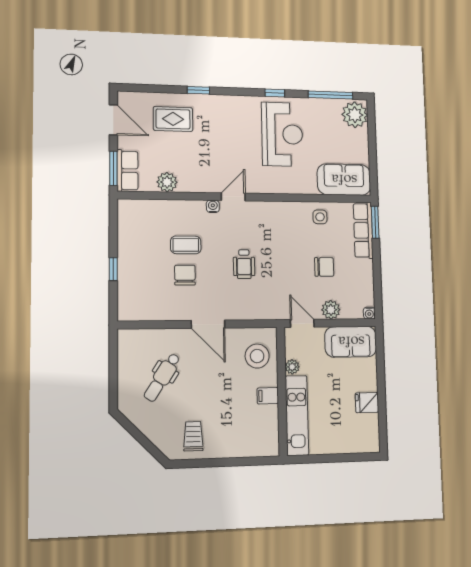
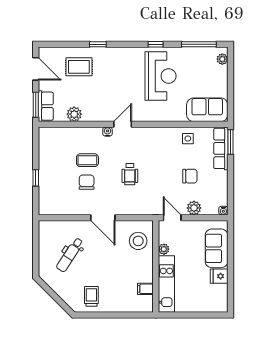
plant: (355, 115) -> (222, 59), width x0.53, depth x0.53
sofa: (351, 342) -> (217, 248), moved, turned 90
filing cabinet: (268, 396) -> (145, 289), moved

